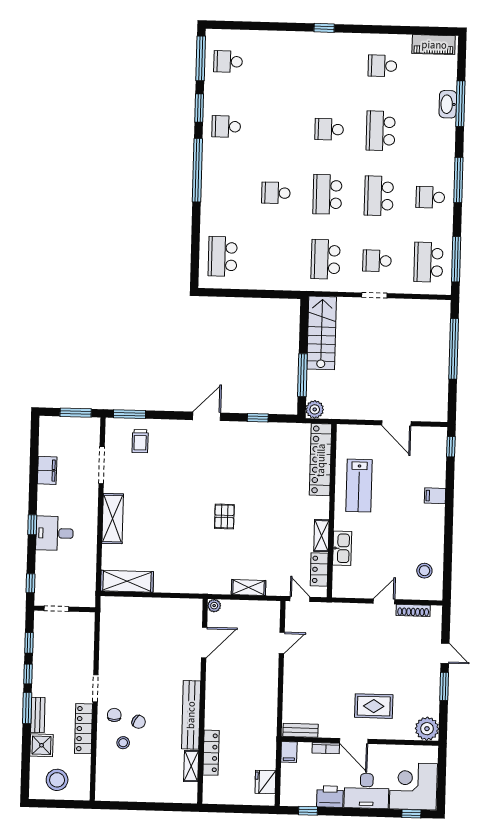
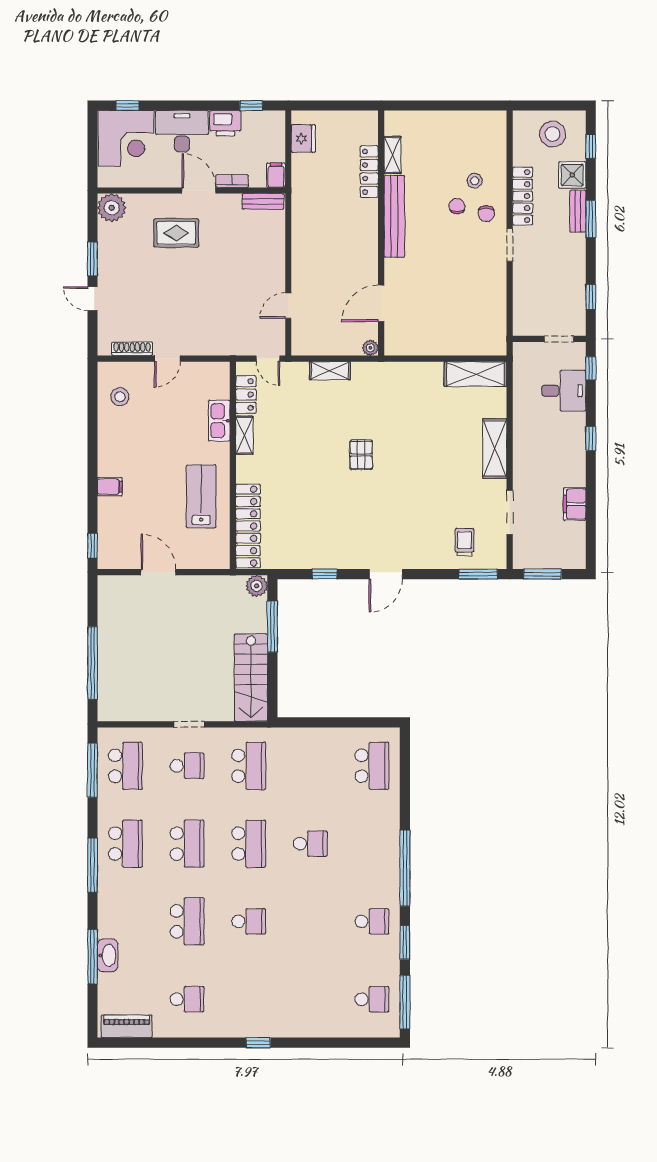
school desk: (430, 197) -> (125, 844), width x1.85
desk: (55, 533) -> (564, 391), moved
window: (28, 674) -> (591, 146), moved
chair: (139, 722) -> (457, 206), turned 60

